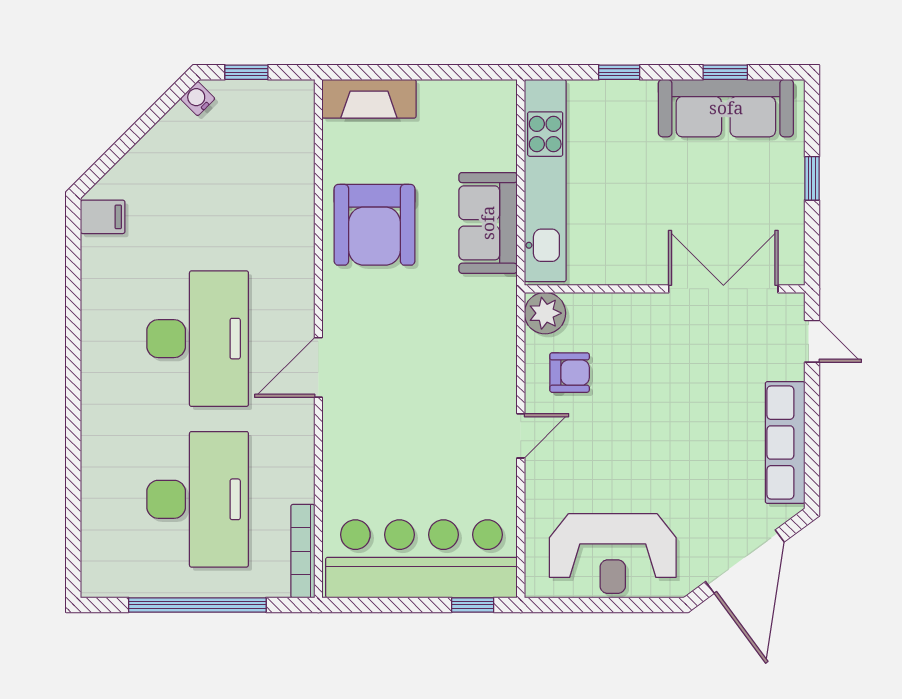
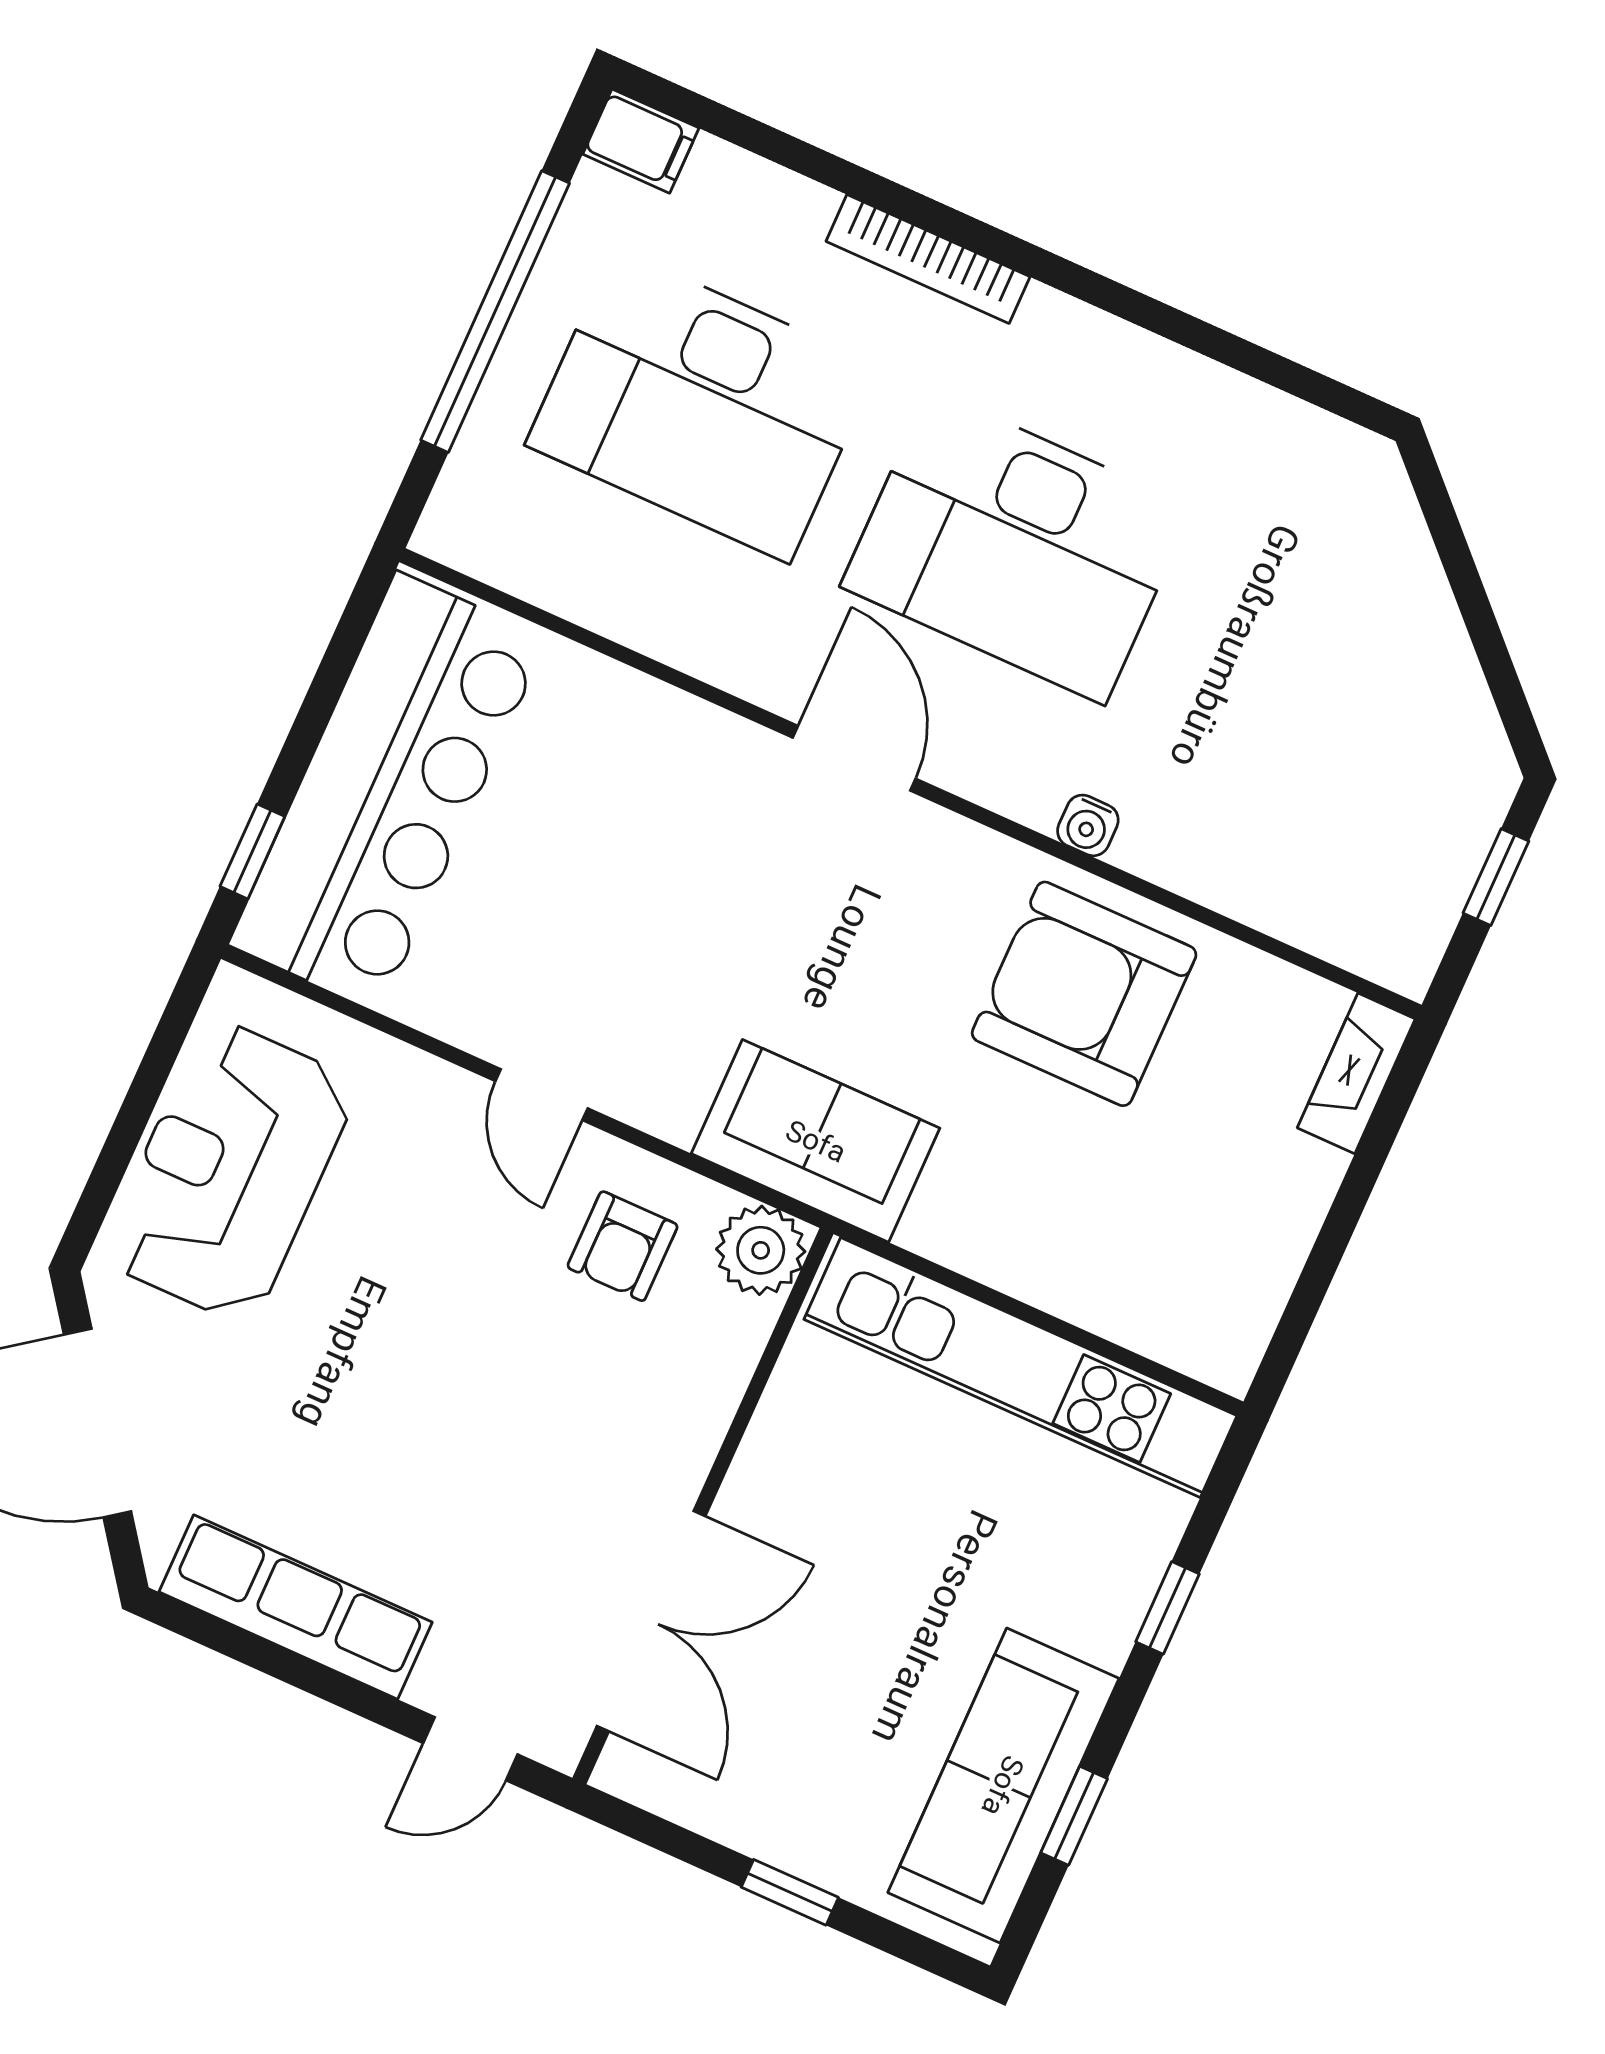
water cooler: (198, 99) -> (1088, 825), moved, turned 135
fireplace: (369, 99) -> (1356, 1073), width x0.73, depth x0.76
filing cabinet: (103, 217) -> (641, 141), moved, turned -90
sofa: (488, 223) -> (816, 1141), moved
bookcase: (303, 551) -> (928, 259), moved, turned 180

